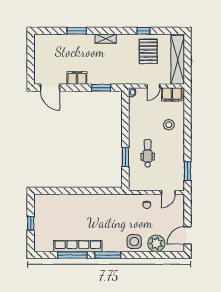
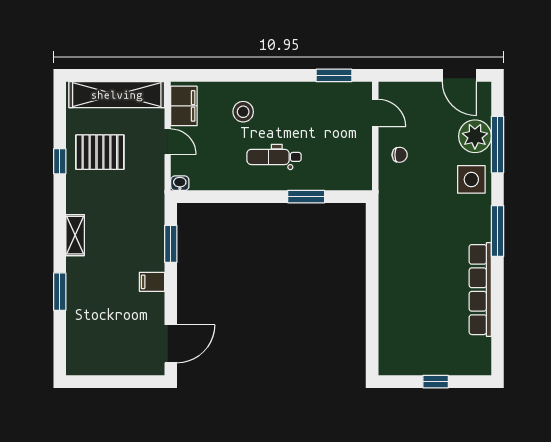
filing cabinet: (77, 78) -> (152, 282), width x0.50
dental chair: (148, 153) -> (274, 157), moved
window: (72, 255) -> (498, 145), moved

